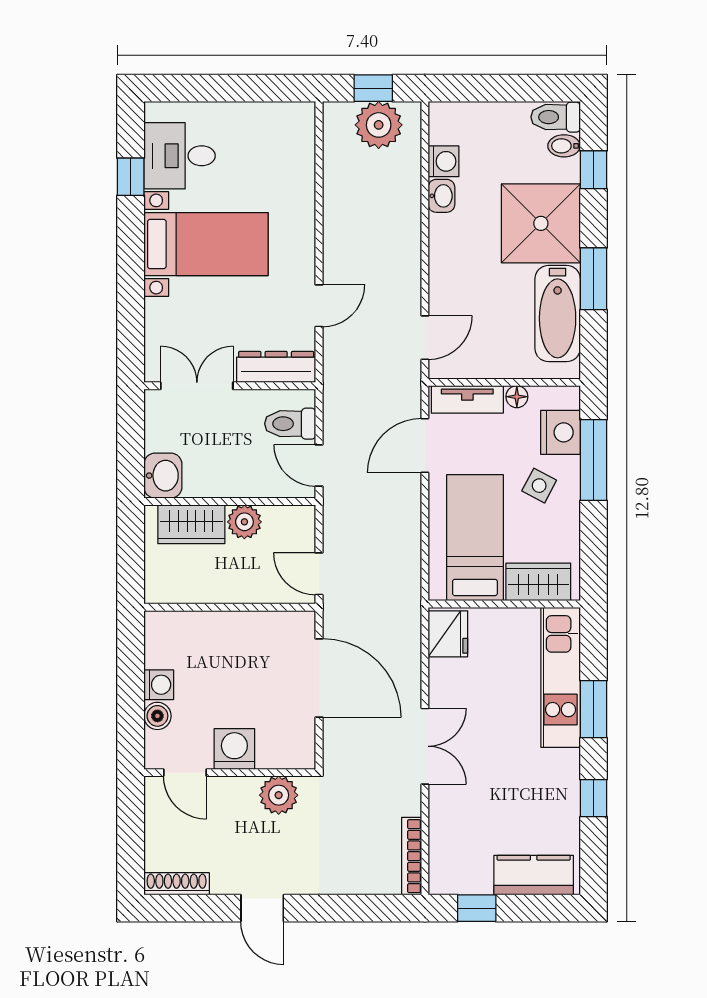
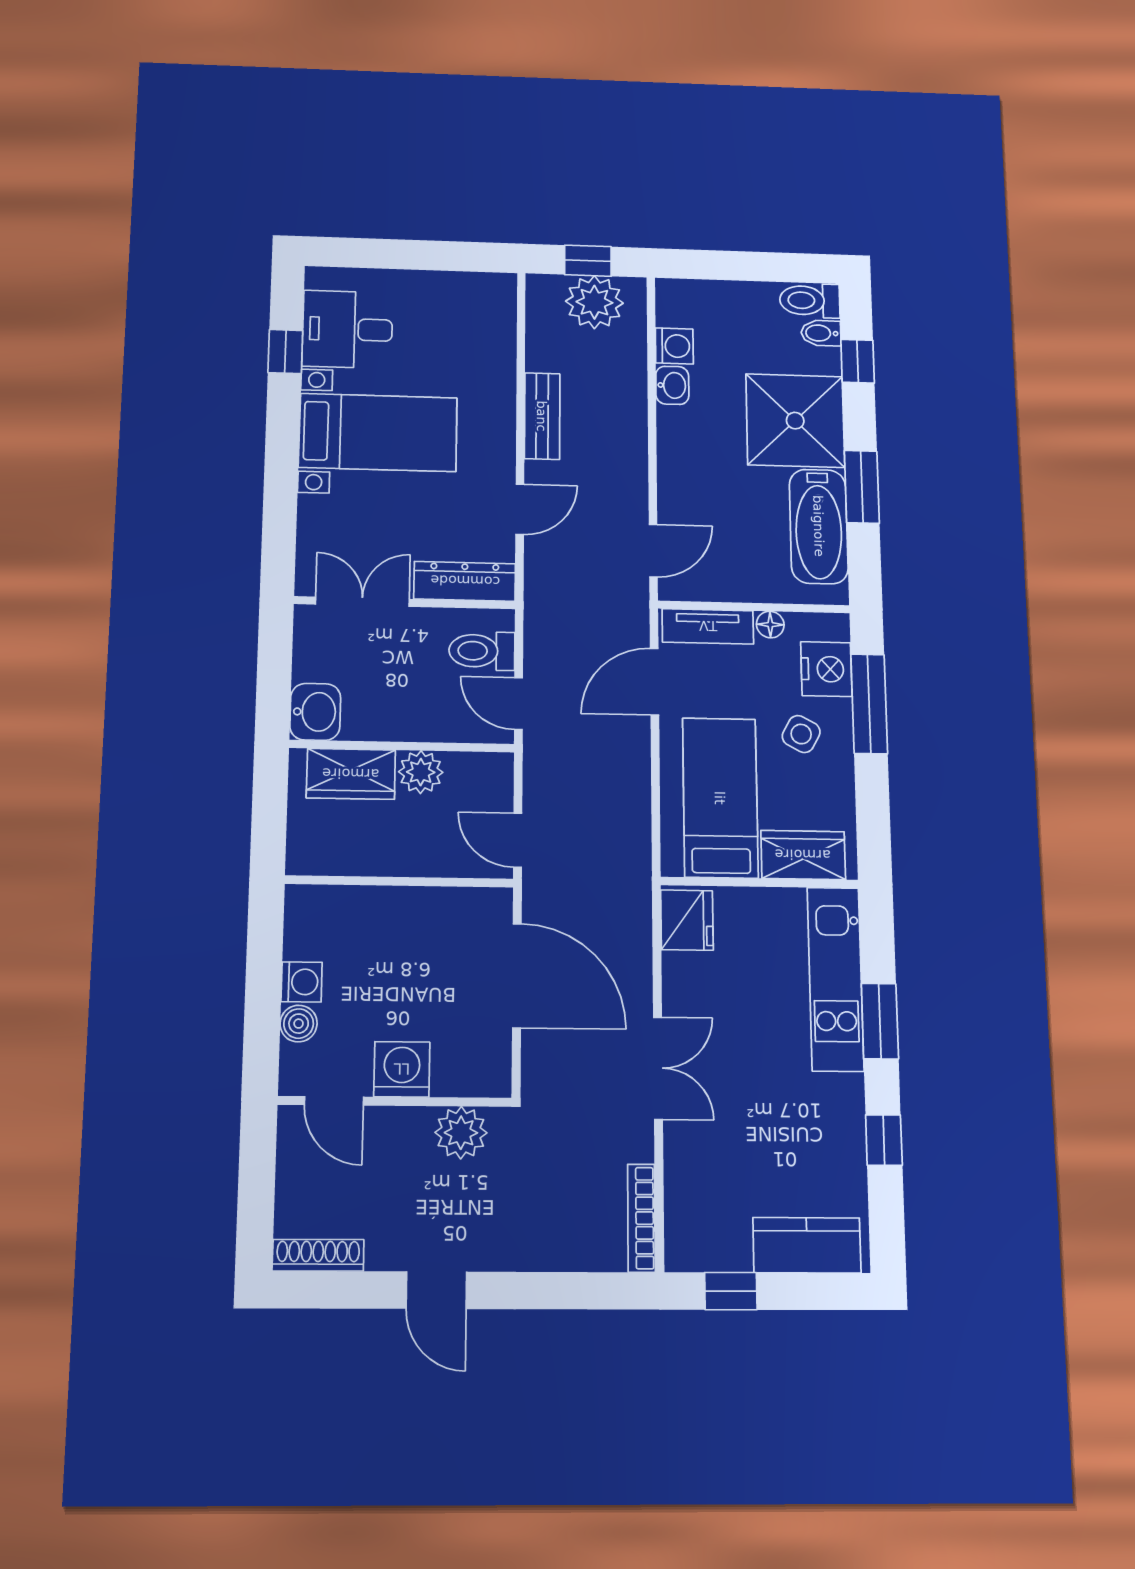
bench: (336, 226) -> (542, 416), added

